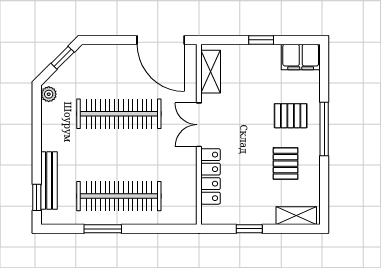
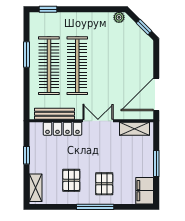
window: (261, 40) -> (156, 164), width x1.50
clothes rail: (119, 114) -> (77, 66), moved
pallet: (286, 164) -> (71, 180), turned 90
bench: (49, 181) -> (54, 114), moved

